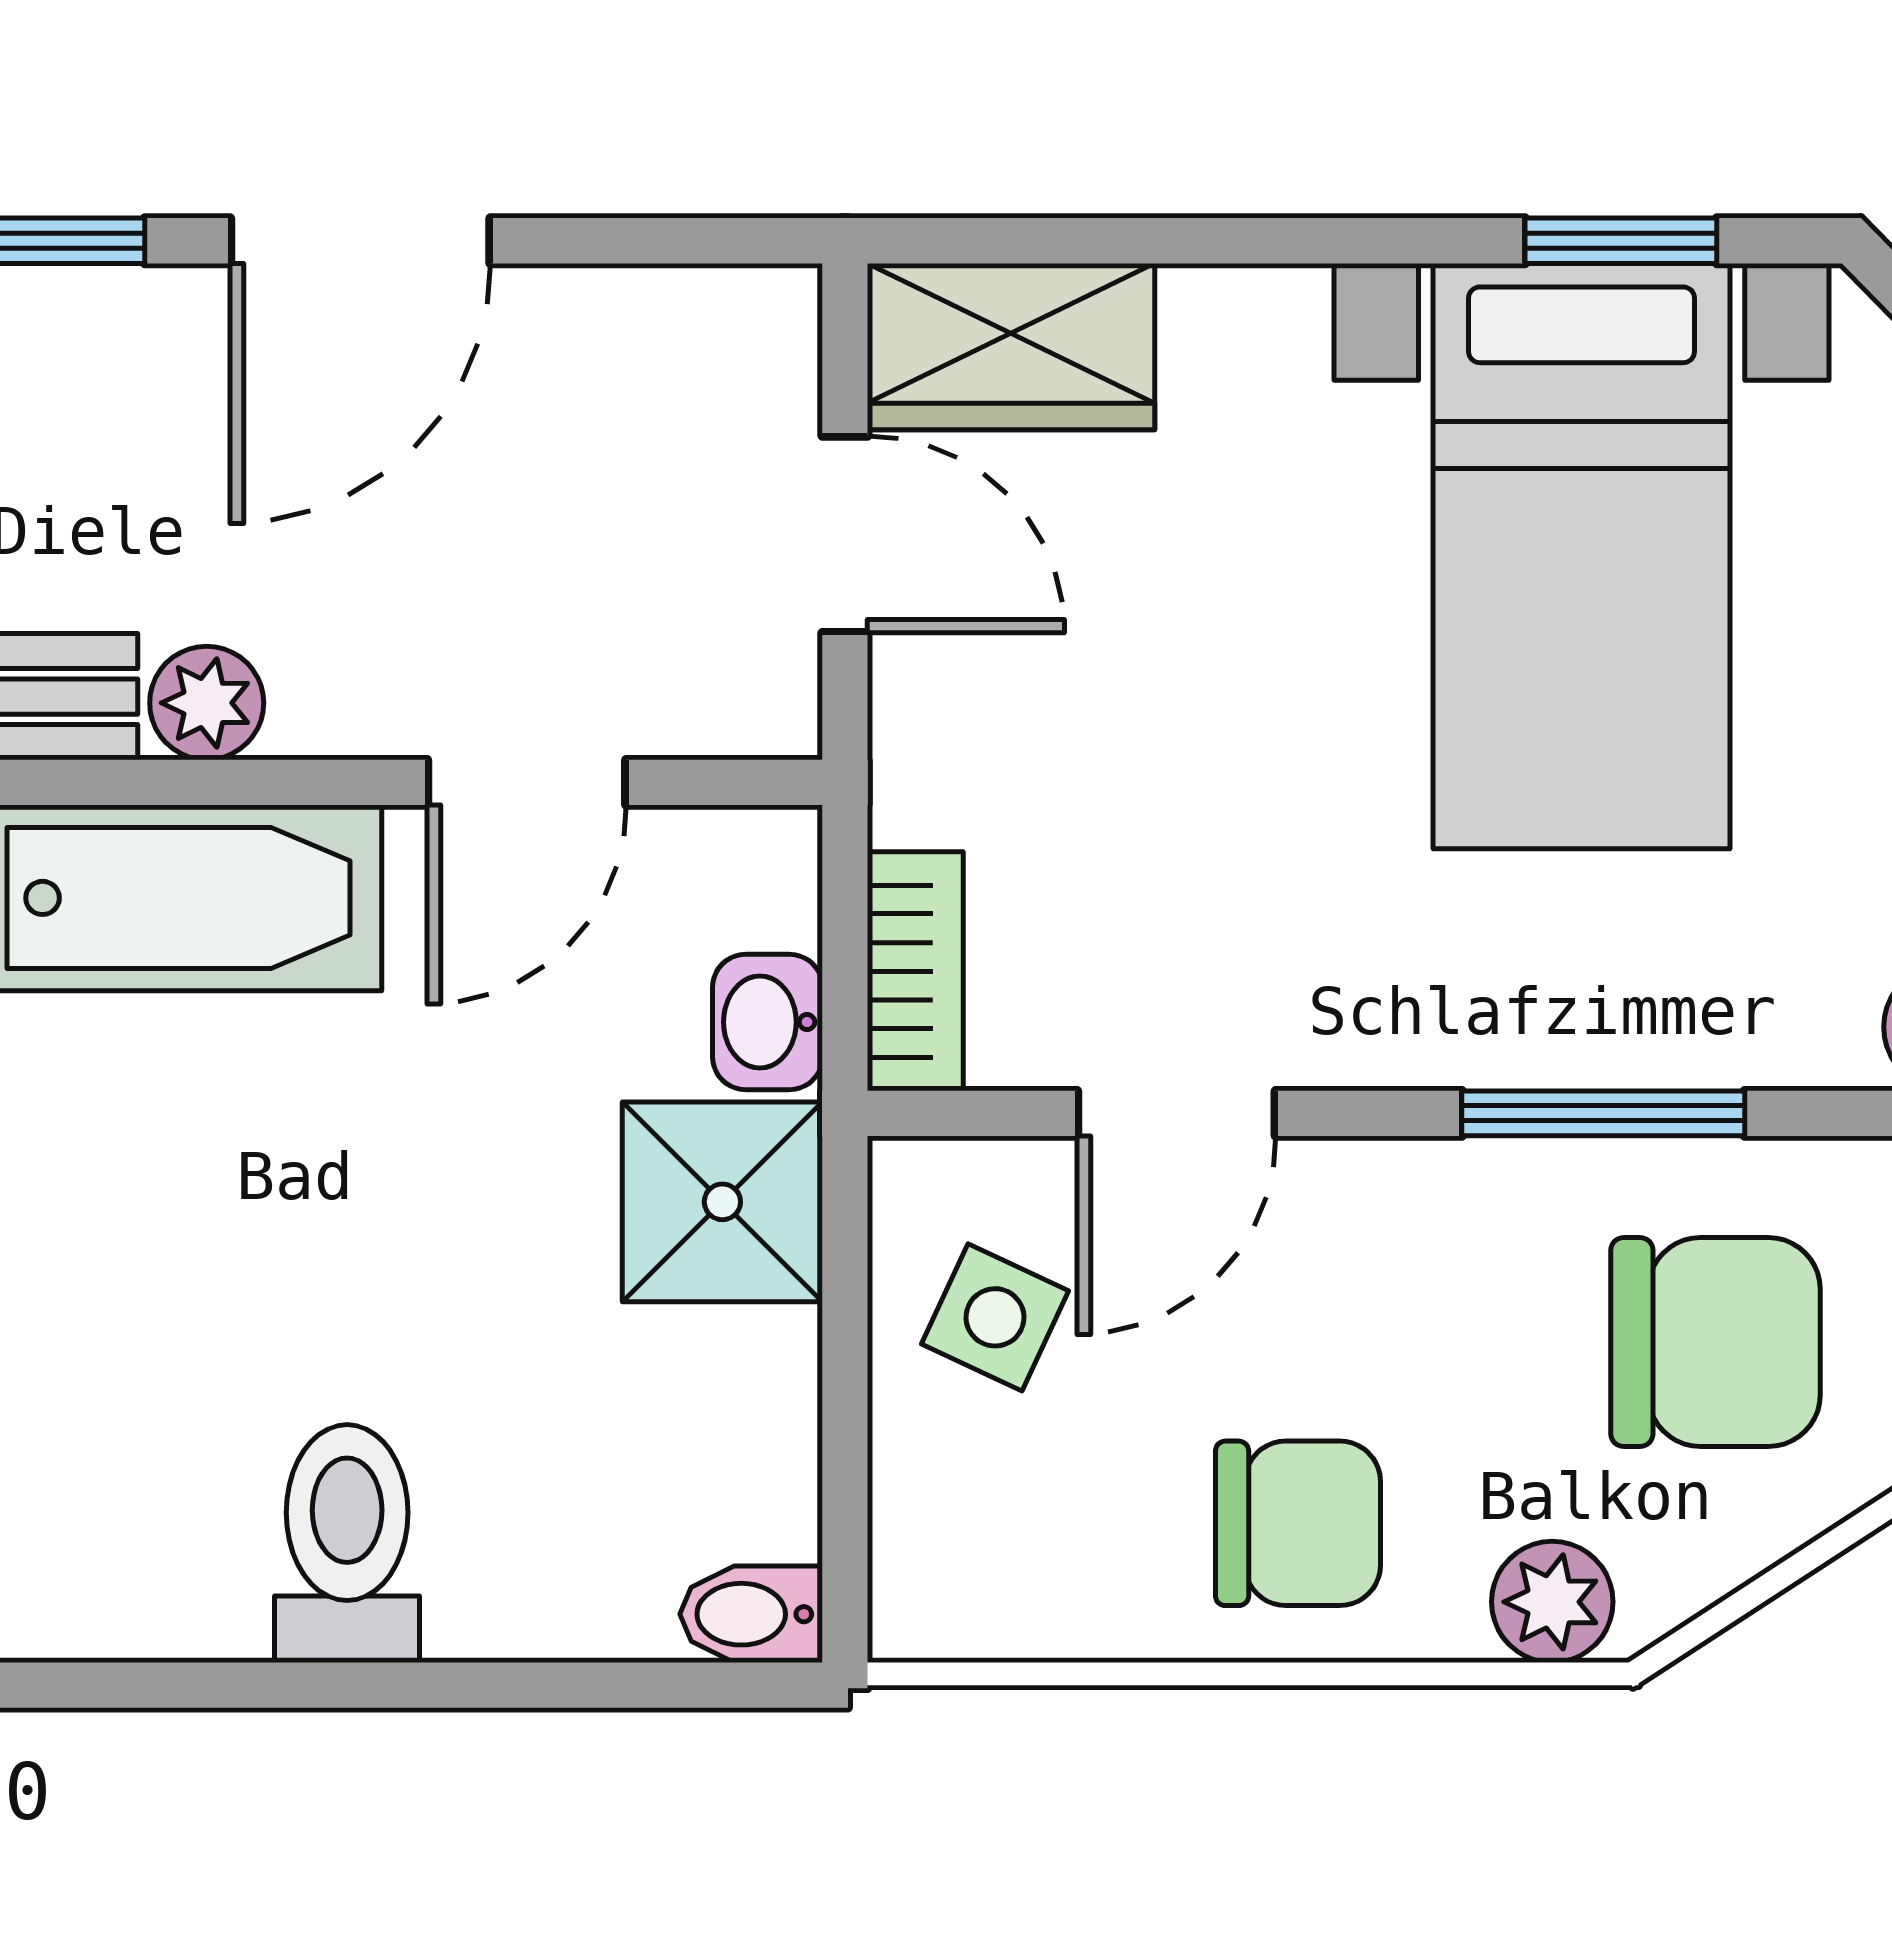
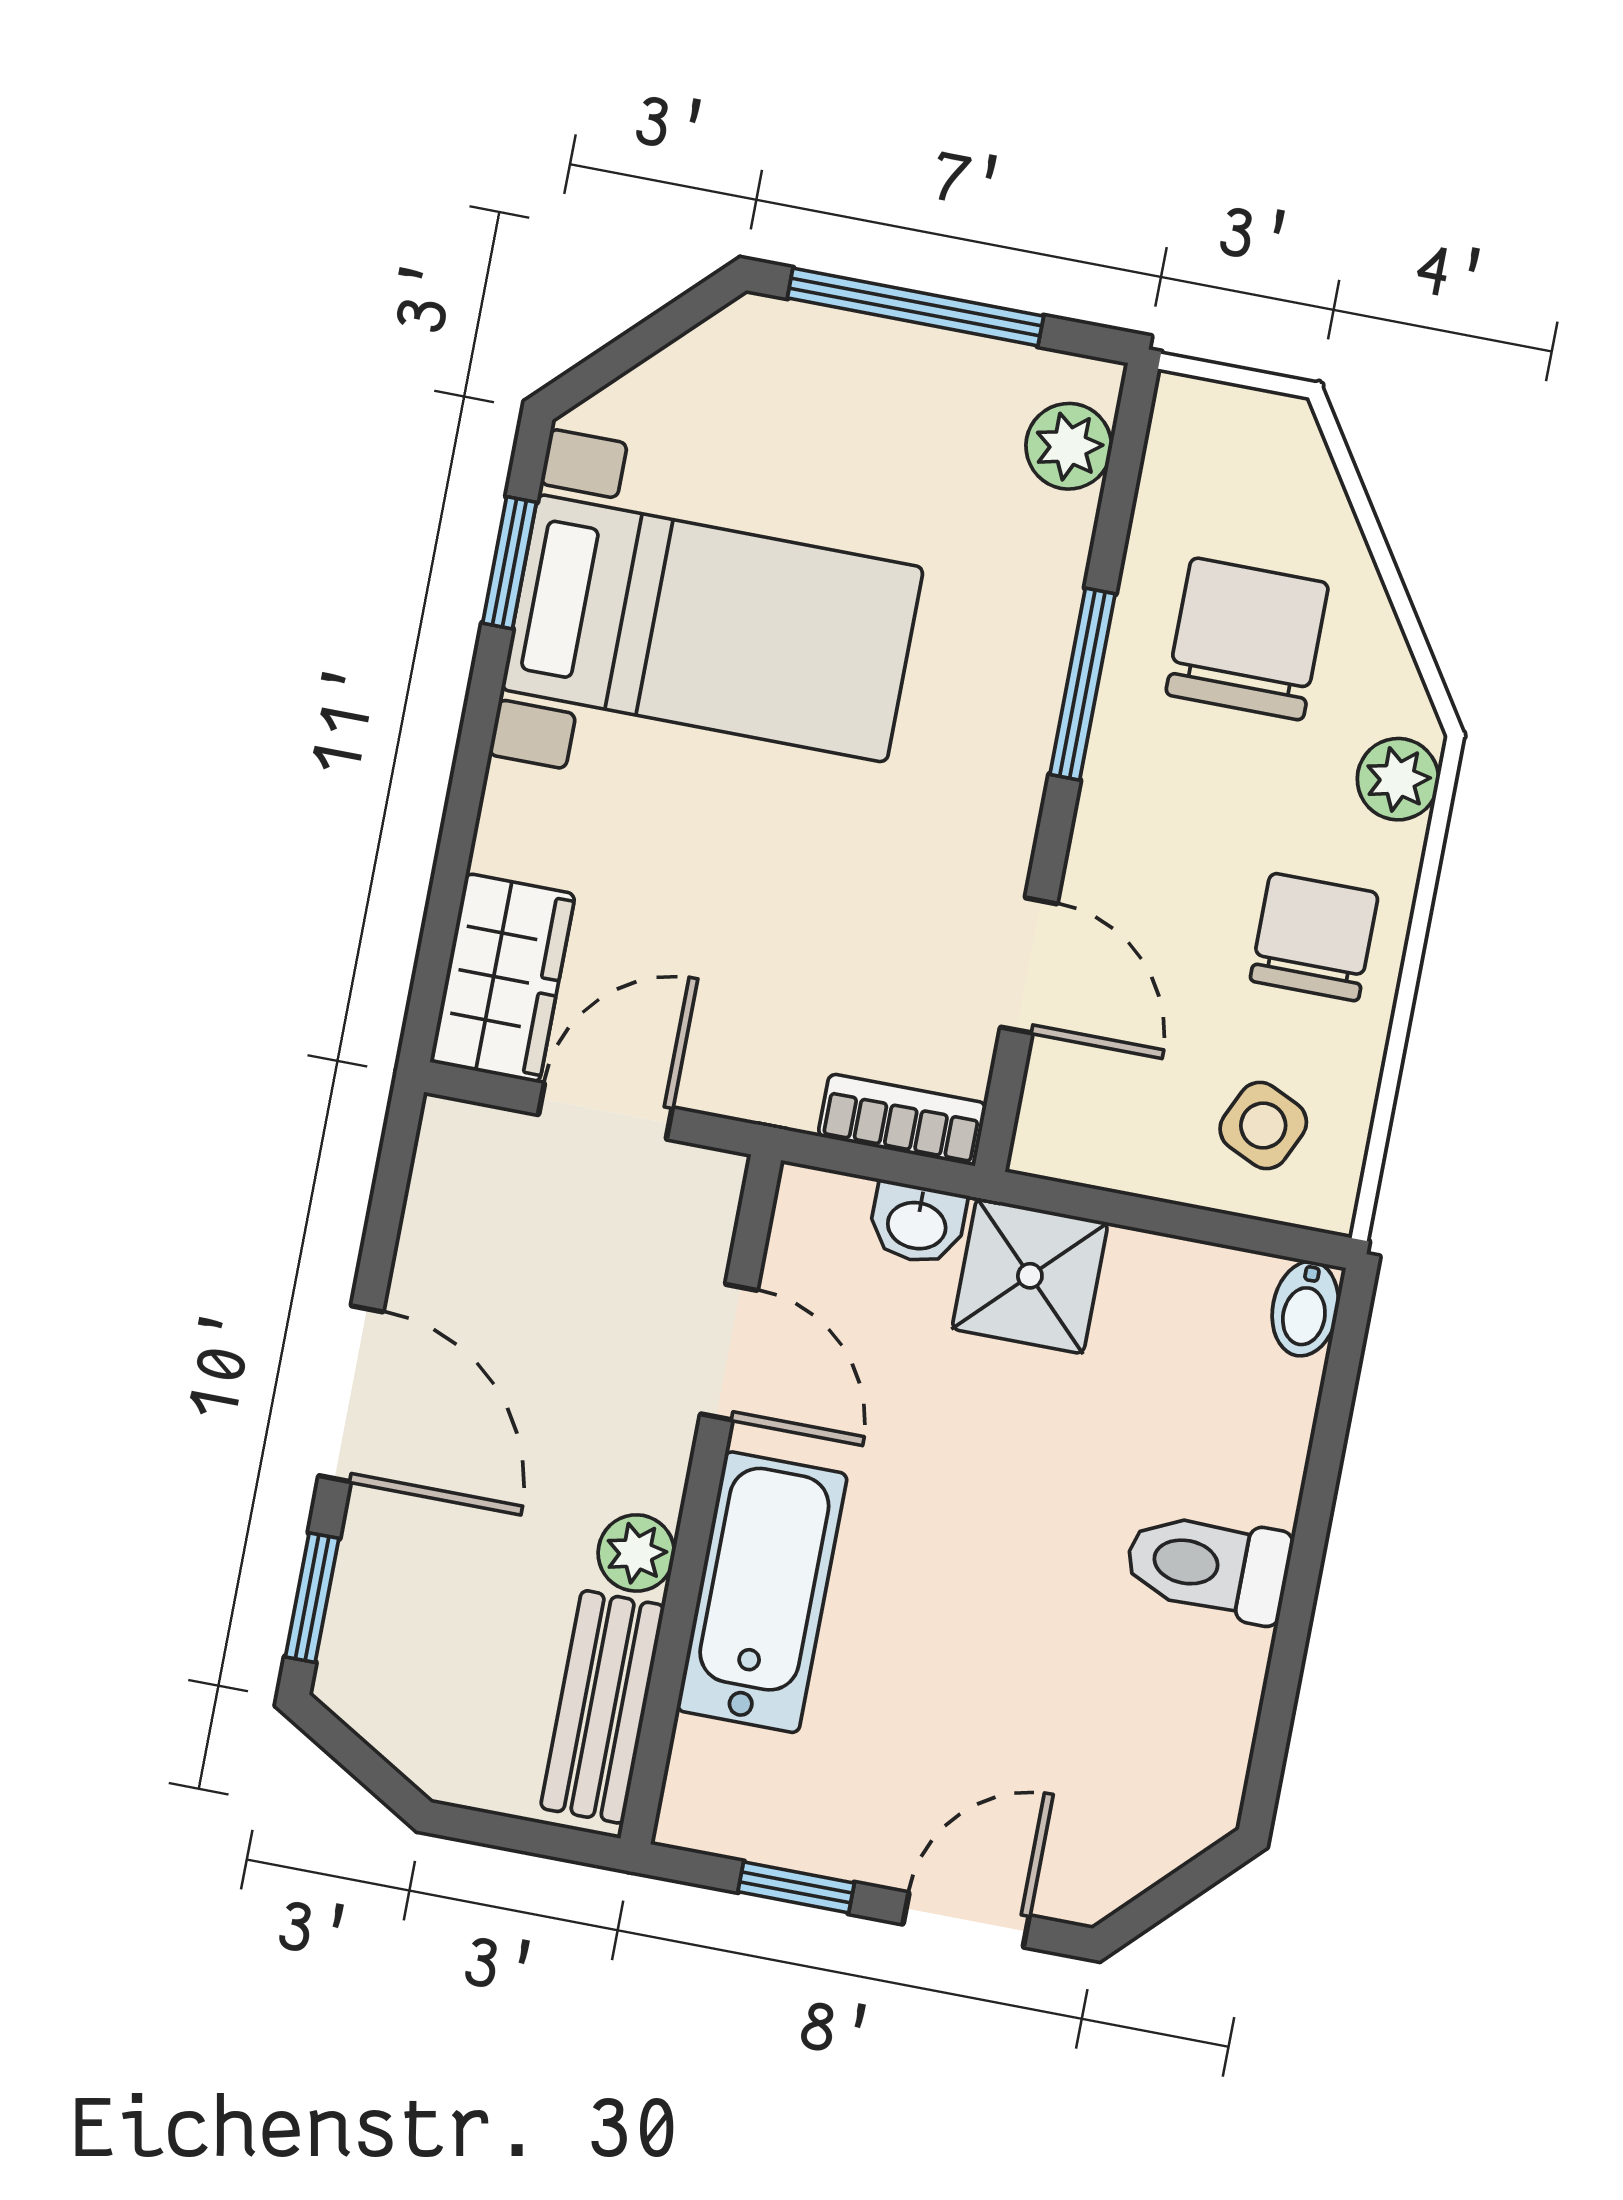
side table: (995, 1317) -> (1263, 1126), moved

